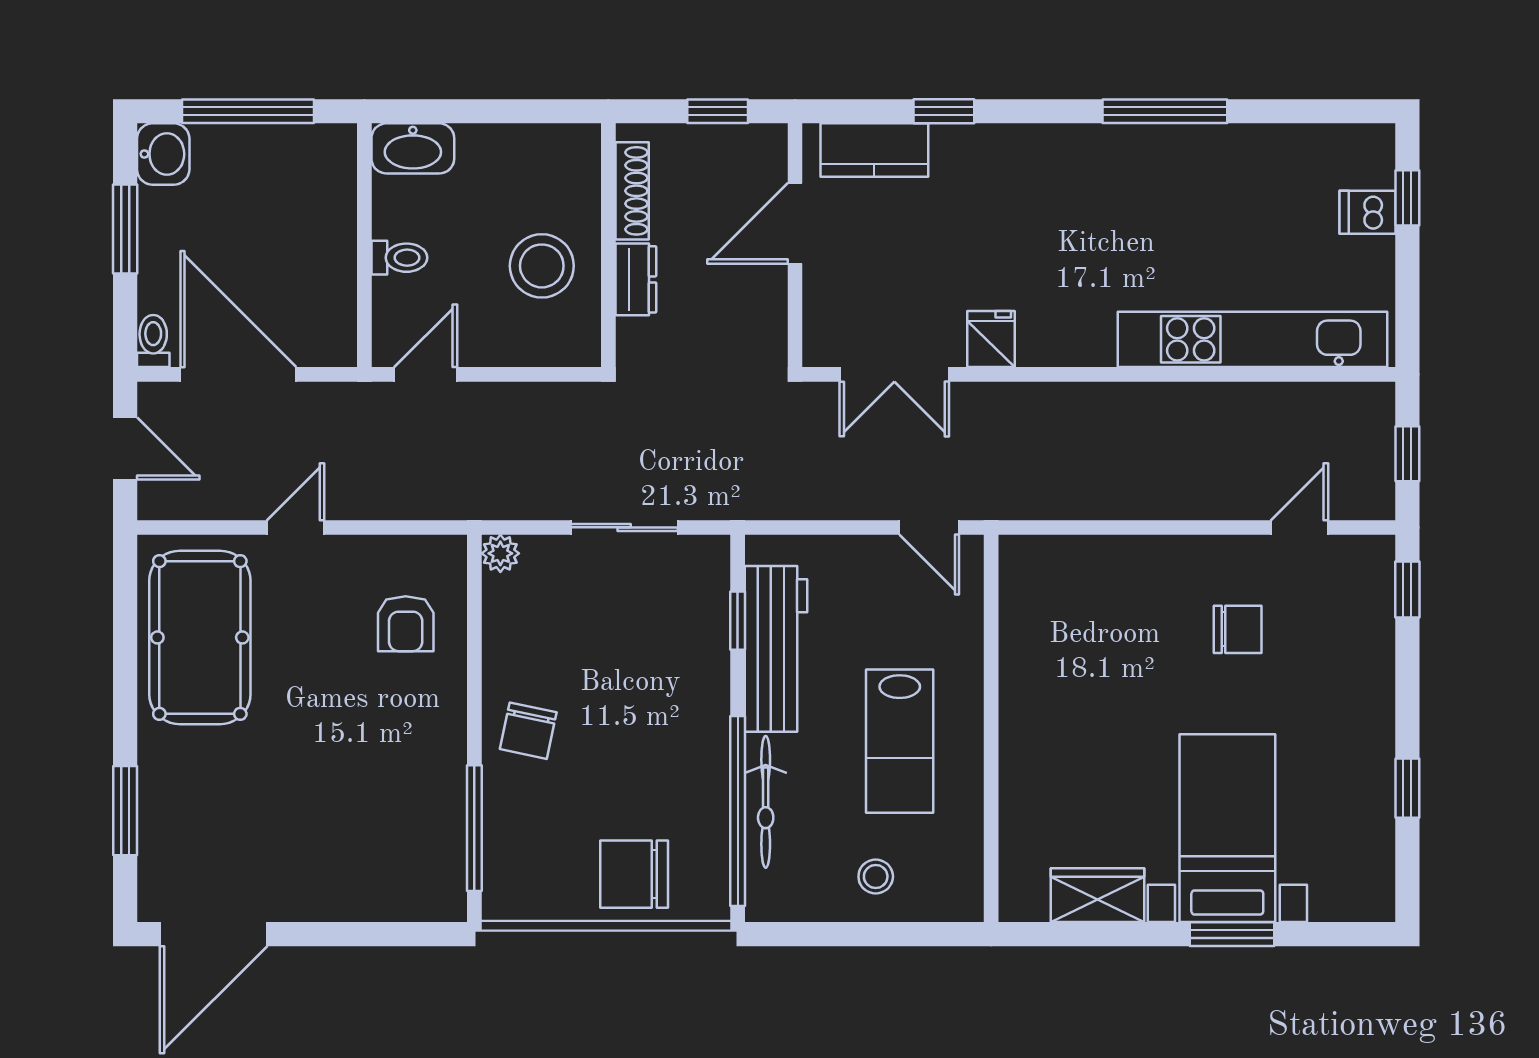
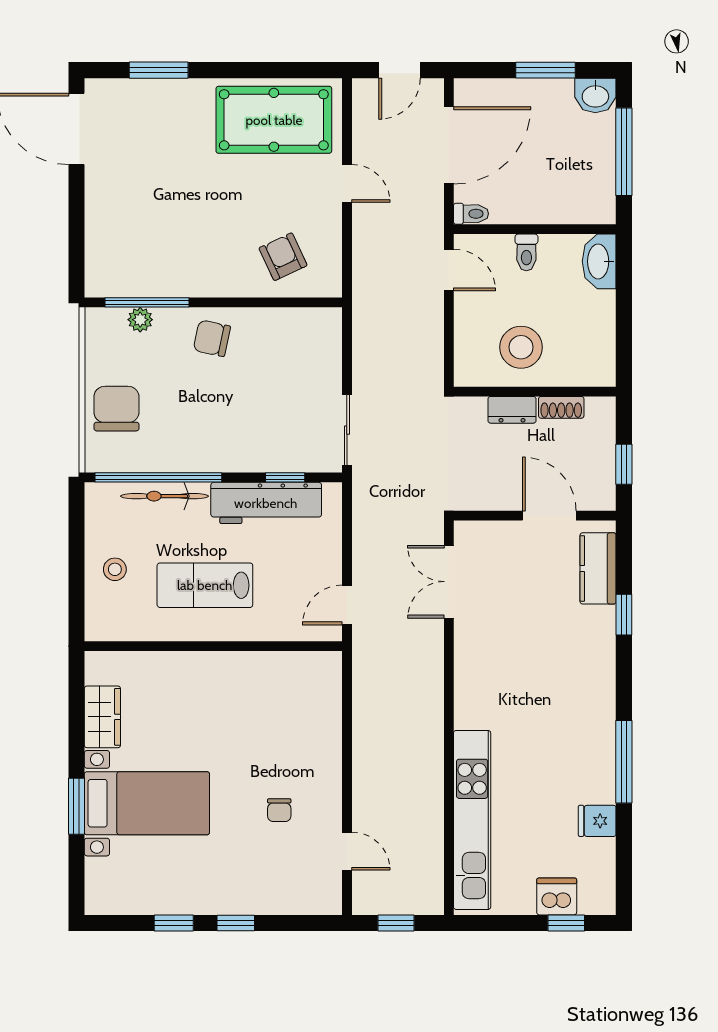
shoe rack: (632, 191) -> (561, 407), width x0.70
dishwasher: (1368, 212) -> (557, 896), width x1.38
fridge: (991, 339) -> (597, 821), moved, turned 180
toilet: (153, 341) -> (471, 214), moved
sliding door: (624, 527) -> (347, 430), moved
plant: (500, 553) -> (140, 320), moved
window: (1407, 590) -> (236, 923), moved
armchair: (406, 624) -> (283, 257), turned 65
chair: (1238, 629) -> (279, 810), width x0.73, depth x0.73

